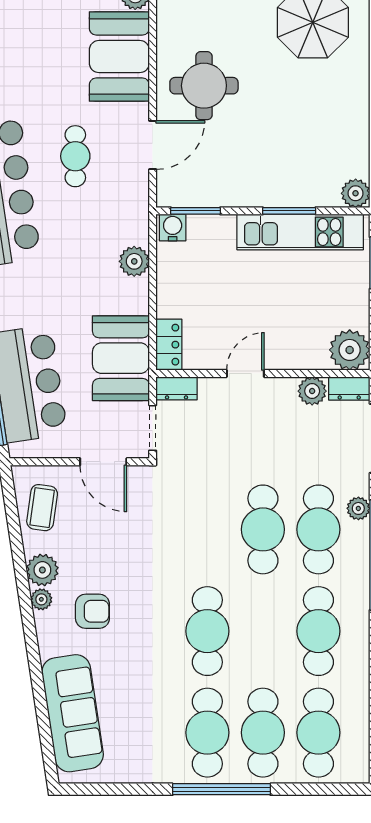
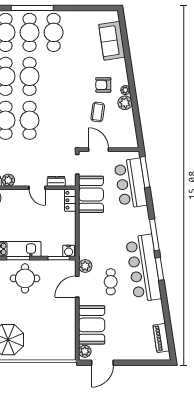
round table: (204, 86) -> (25, 278), moved
plant: (134, 261) -> (85, 266), moved
door: (245, 374) -> (37, 188), hinge flipped
dresser: (176, 388) -> (56, 181), moved
coffee table: (42, 508) -> (98, 112), moved
cafe table: (207, 631) -> (30, 76), moved
sofa: (73, 713) -> (112, 41), width x0.73
window: (221, 789) -> (32, 8), moved

